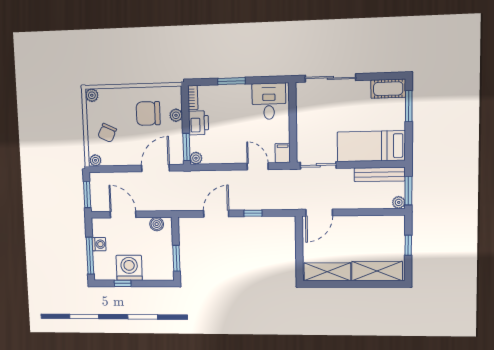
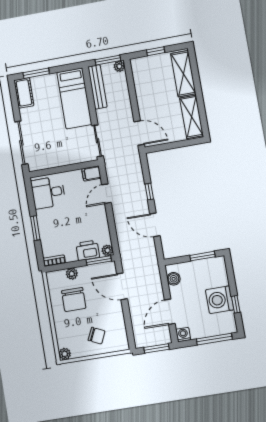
printer: (199, 123) -> (88, 250), moved
plant: (95, 160) -> (123, 344), removed
washing machine: (99, 244) -> (183, 335), moved

